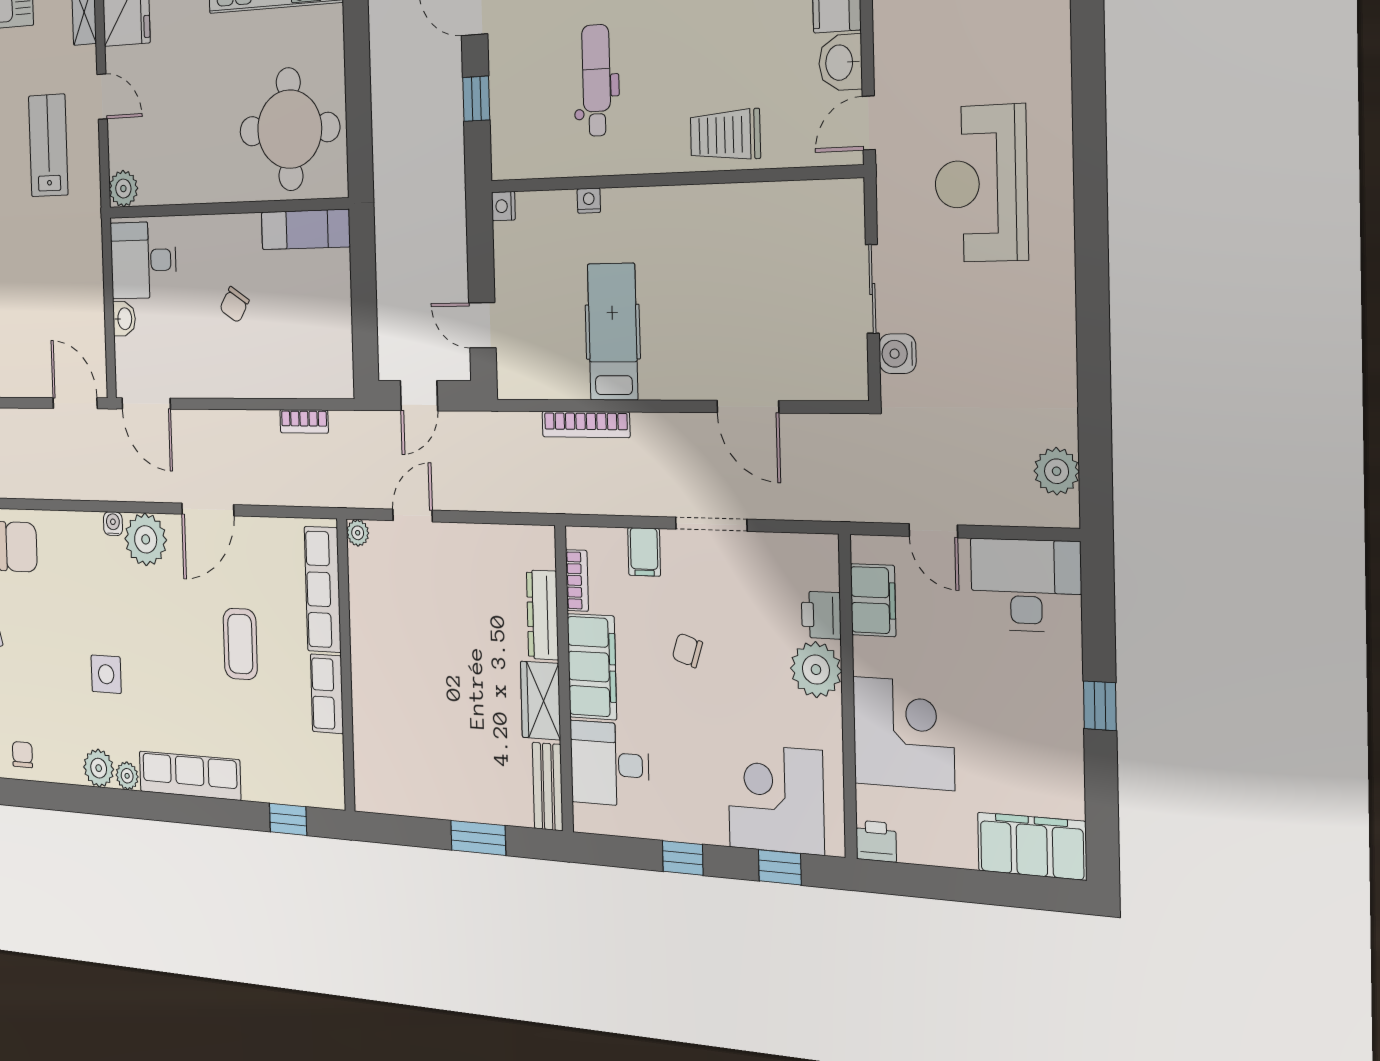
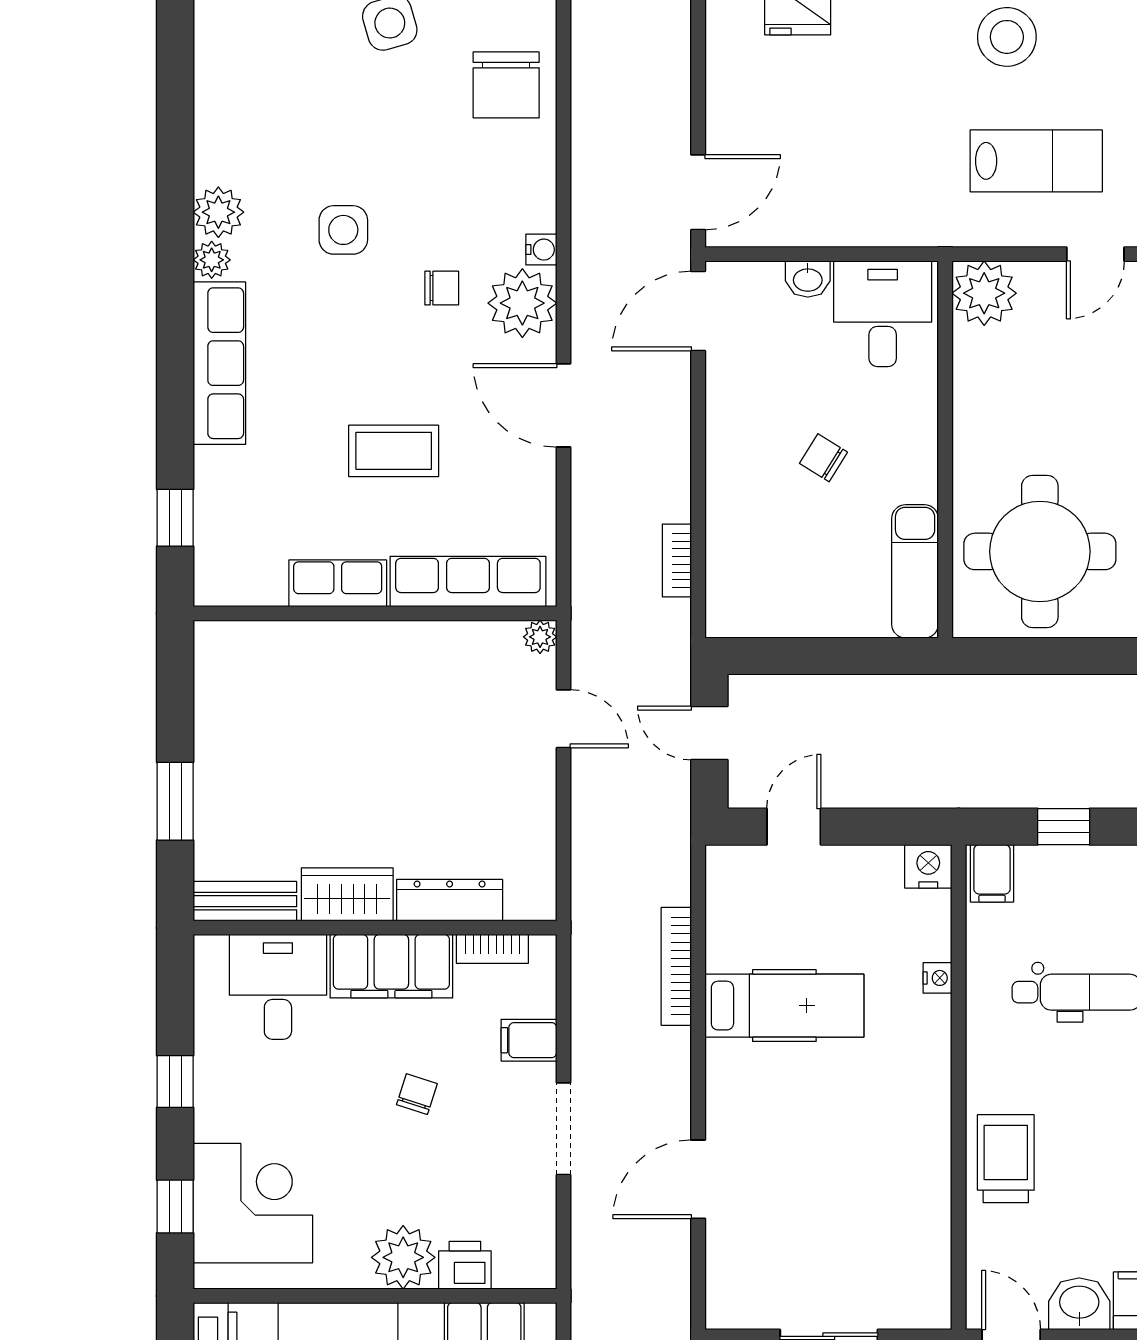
filing cabinet: (511, 157) -> (992, 873), added
plant: (123, 189) -> (984, 293), width x1.36, depth x1.36
nightstand: (503, 206) -> (928, 866), width x1.39, depth x1.35
chair: (22, 755) -> (442, 288), moved

